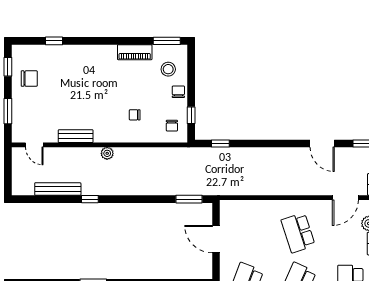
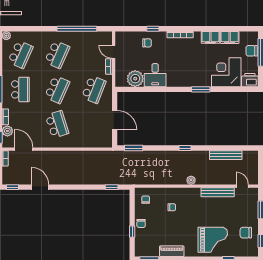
grand piano: (76, 69) -> (213, 240), added
stool: (168, 69) -> (148, 239), removed
window: (191, 115) -> (132, 232), moved
bench: (76, 136) -> (218, 192), width x1.36
door: (345, 198) -> (24, 149), hinge flipped
window: (90, 199) -> (185, 148), moved

